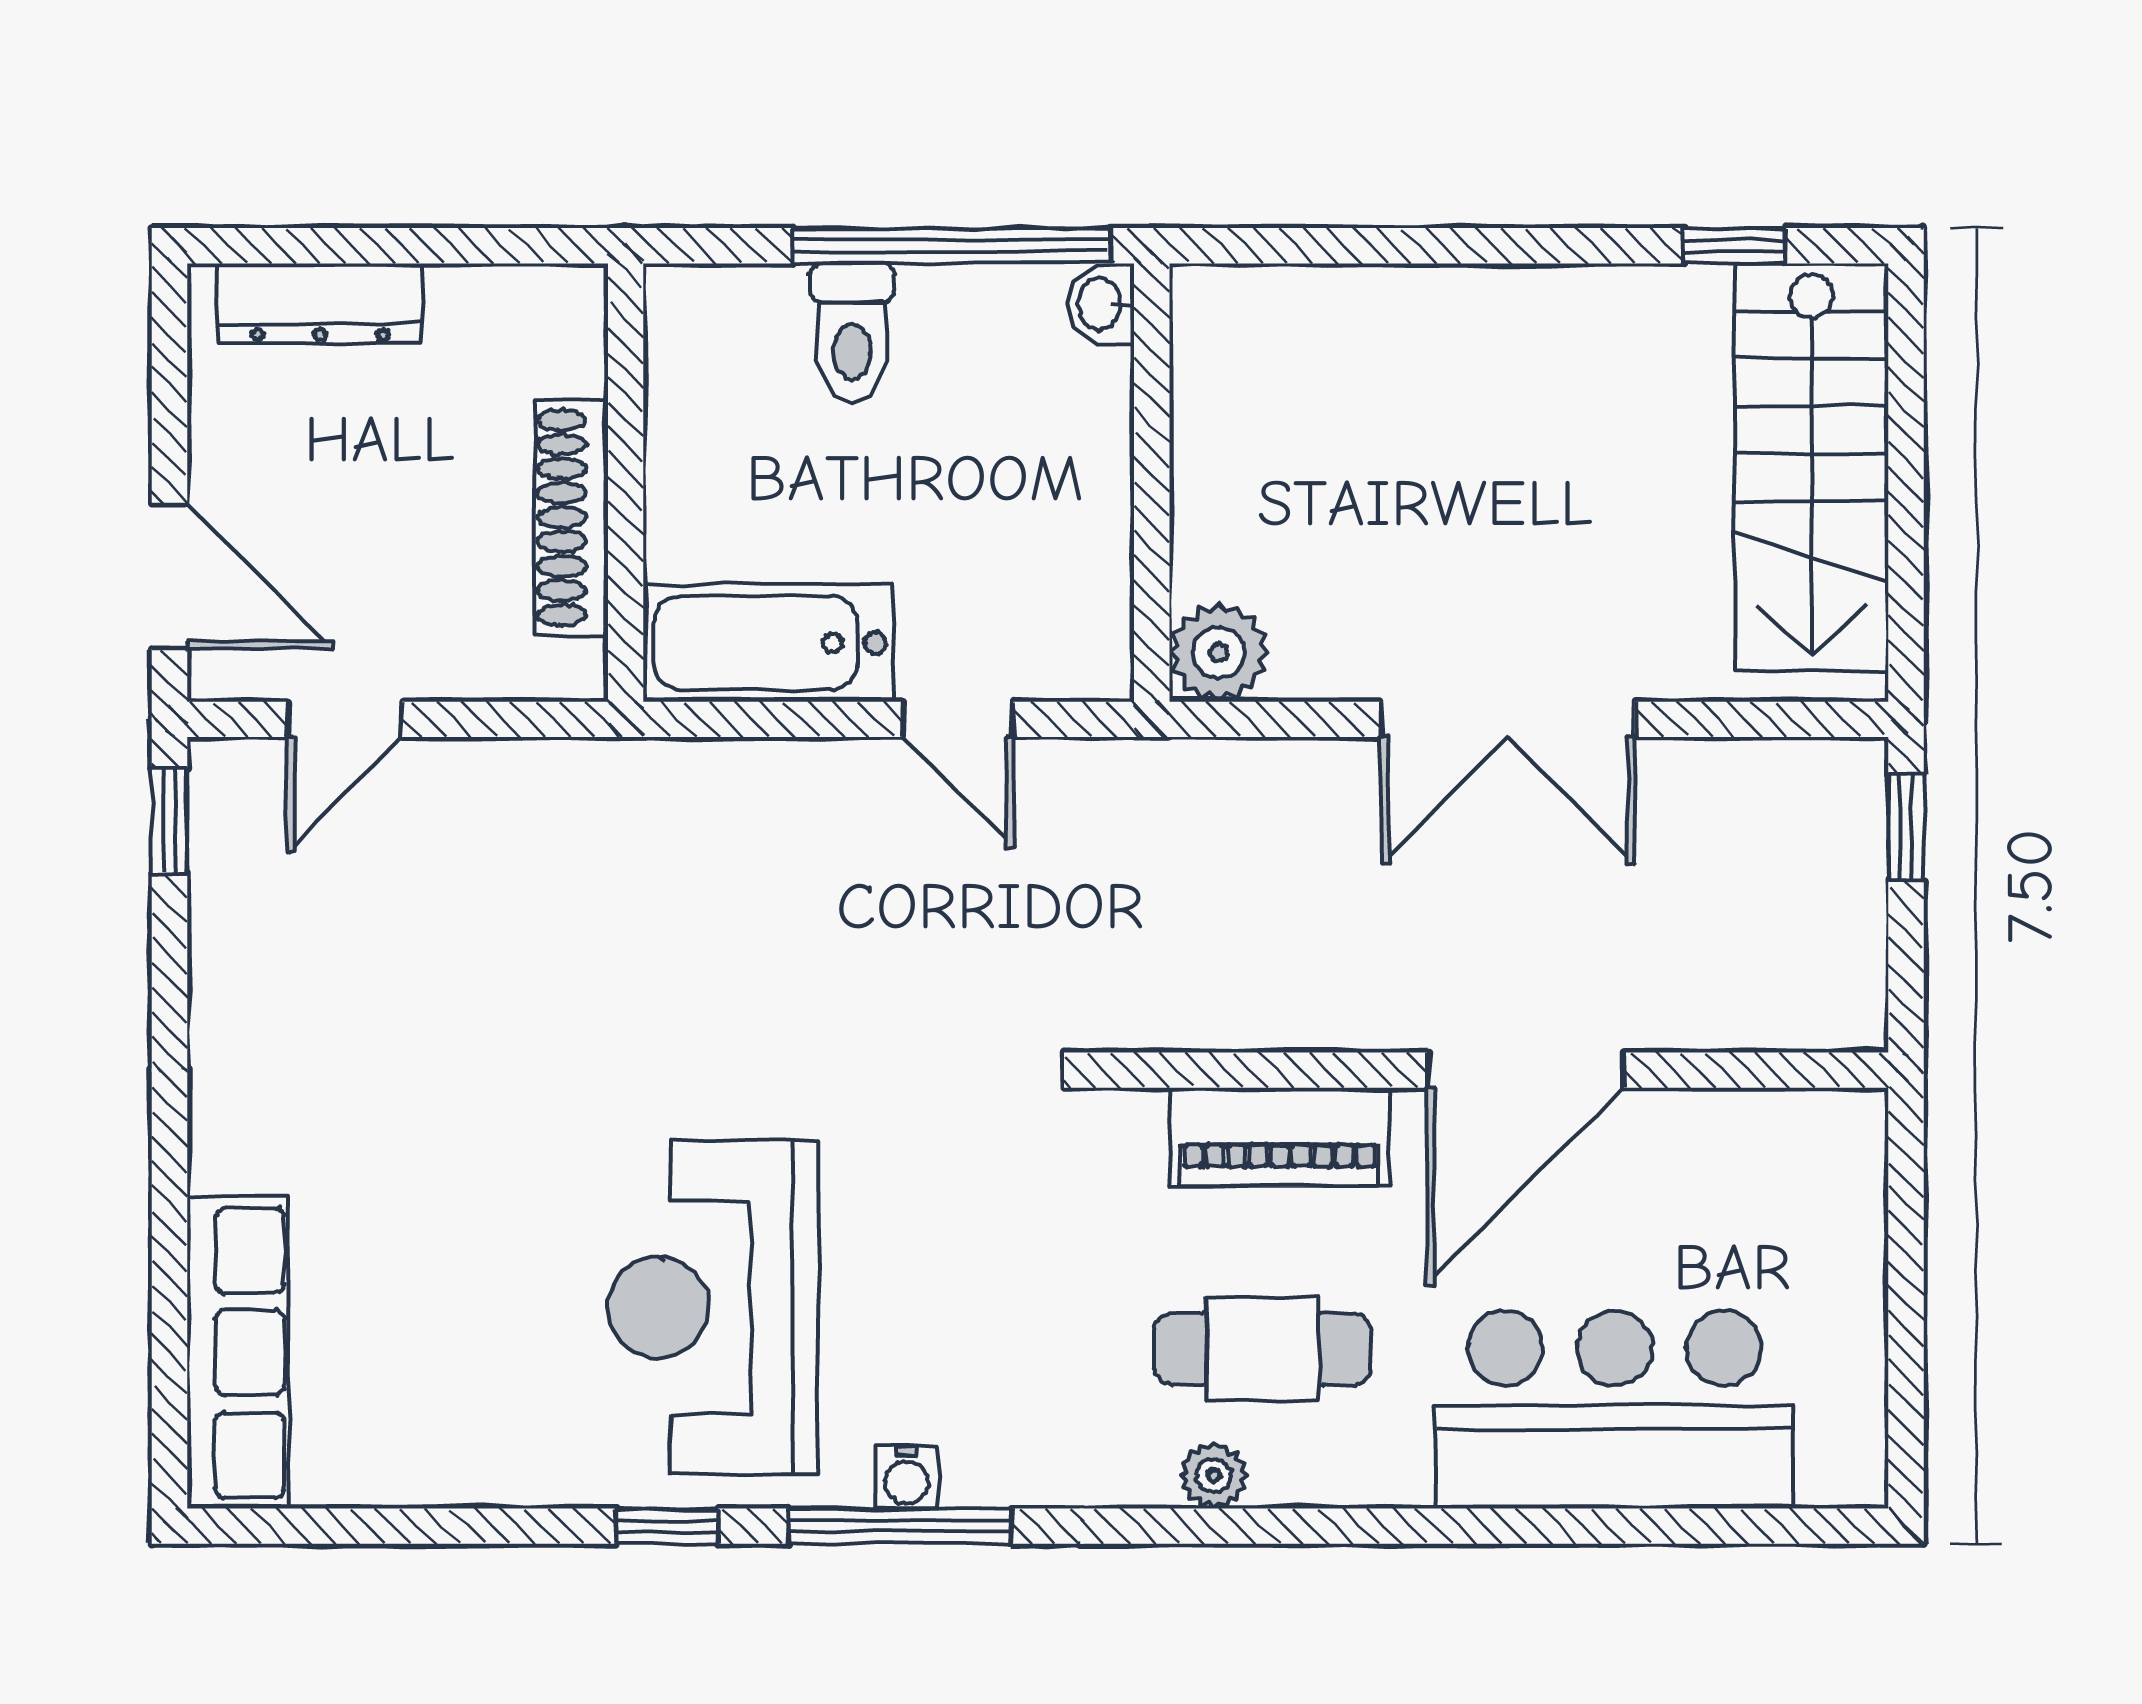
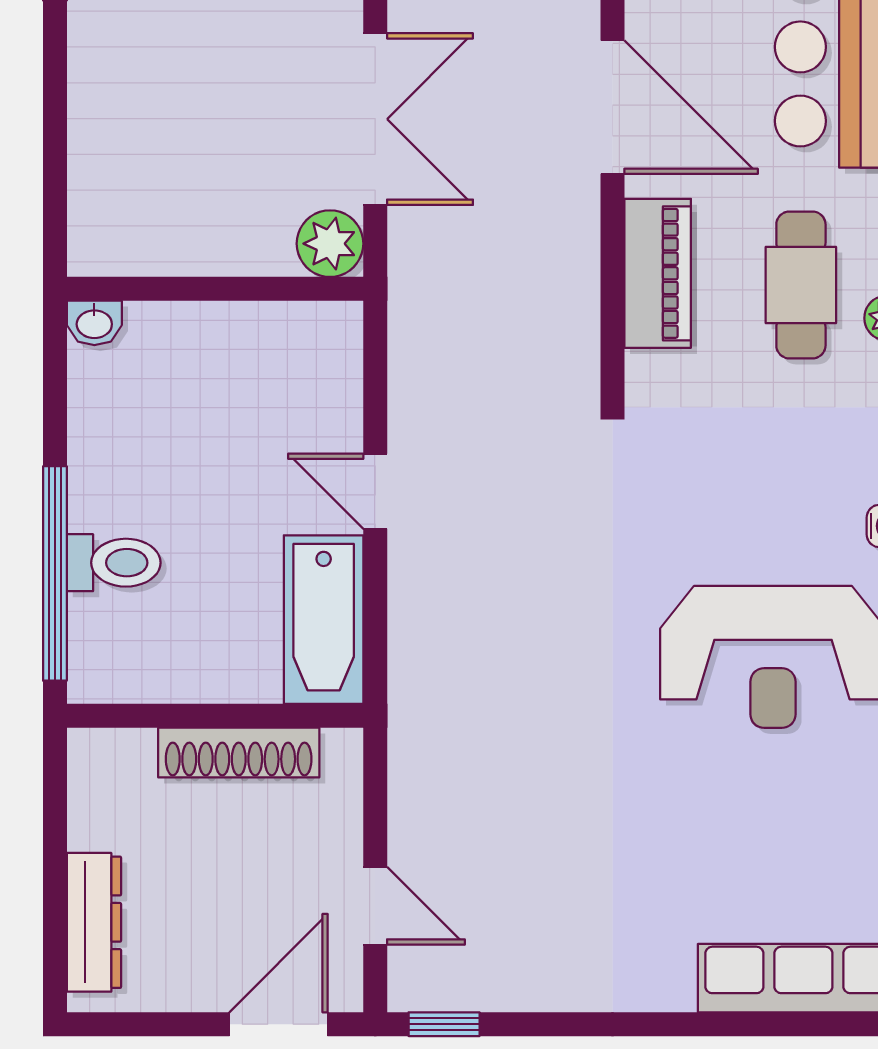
window: (951, 246) -> (55, 573), moved
washbasin: (1101, 304) -> (94, 323), moved
wall: (1152, 483) -> (215, 289), moved
plant: (1219, 652) -> (330, 244), moved
door: (958, 719) -> (375, 491), swing flipped

